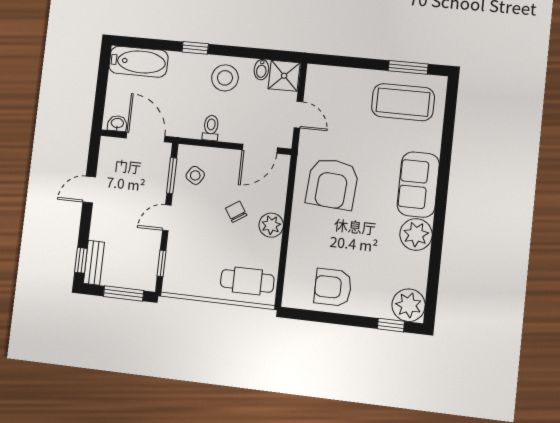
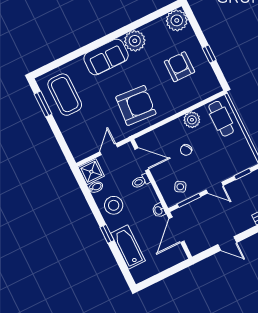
bathtub: (139, 62) -> (128, 247), moved
washbasin: (117, 123) -> (159, 210), moved
toilet: (211, 128) -> (141, 181), moved
plant: (271, 225) -> (192, 120), moved
armchair: (333, 287) -> (179, 67), moved, turned 180
window: (391, 325) -> (209, 54), moved

